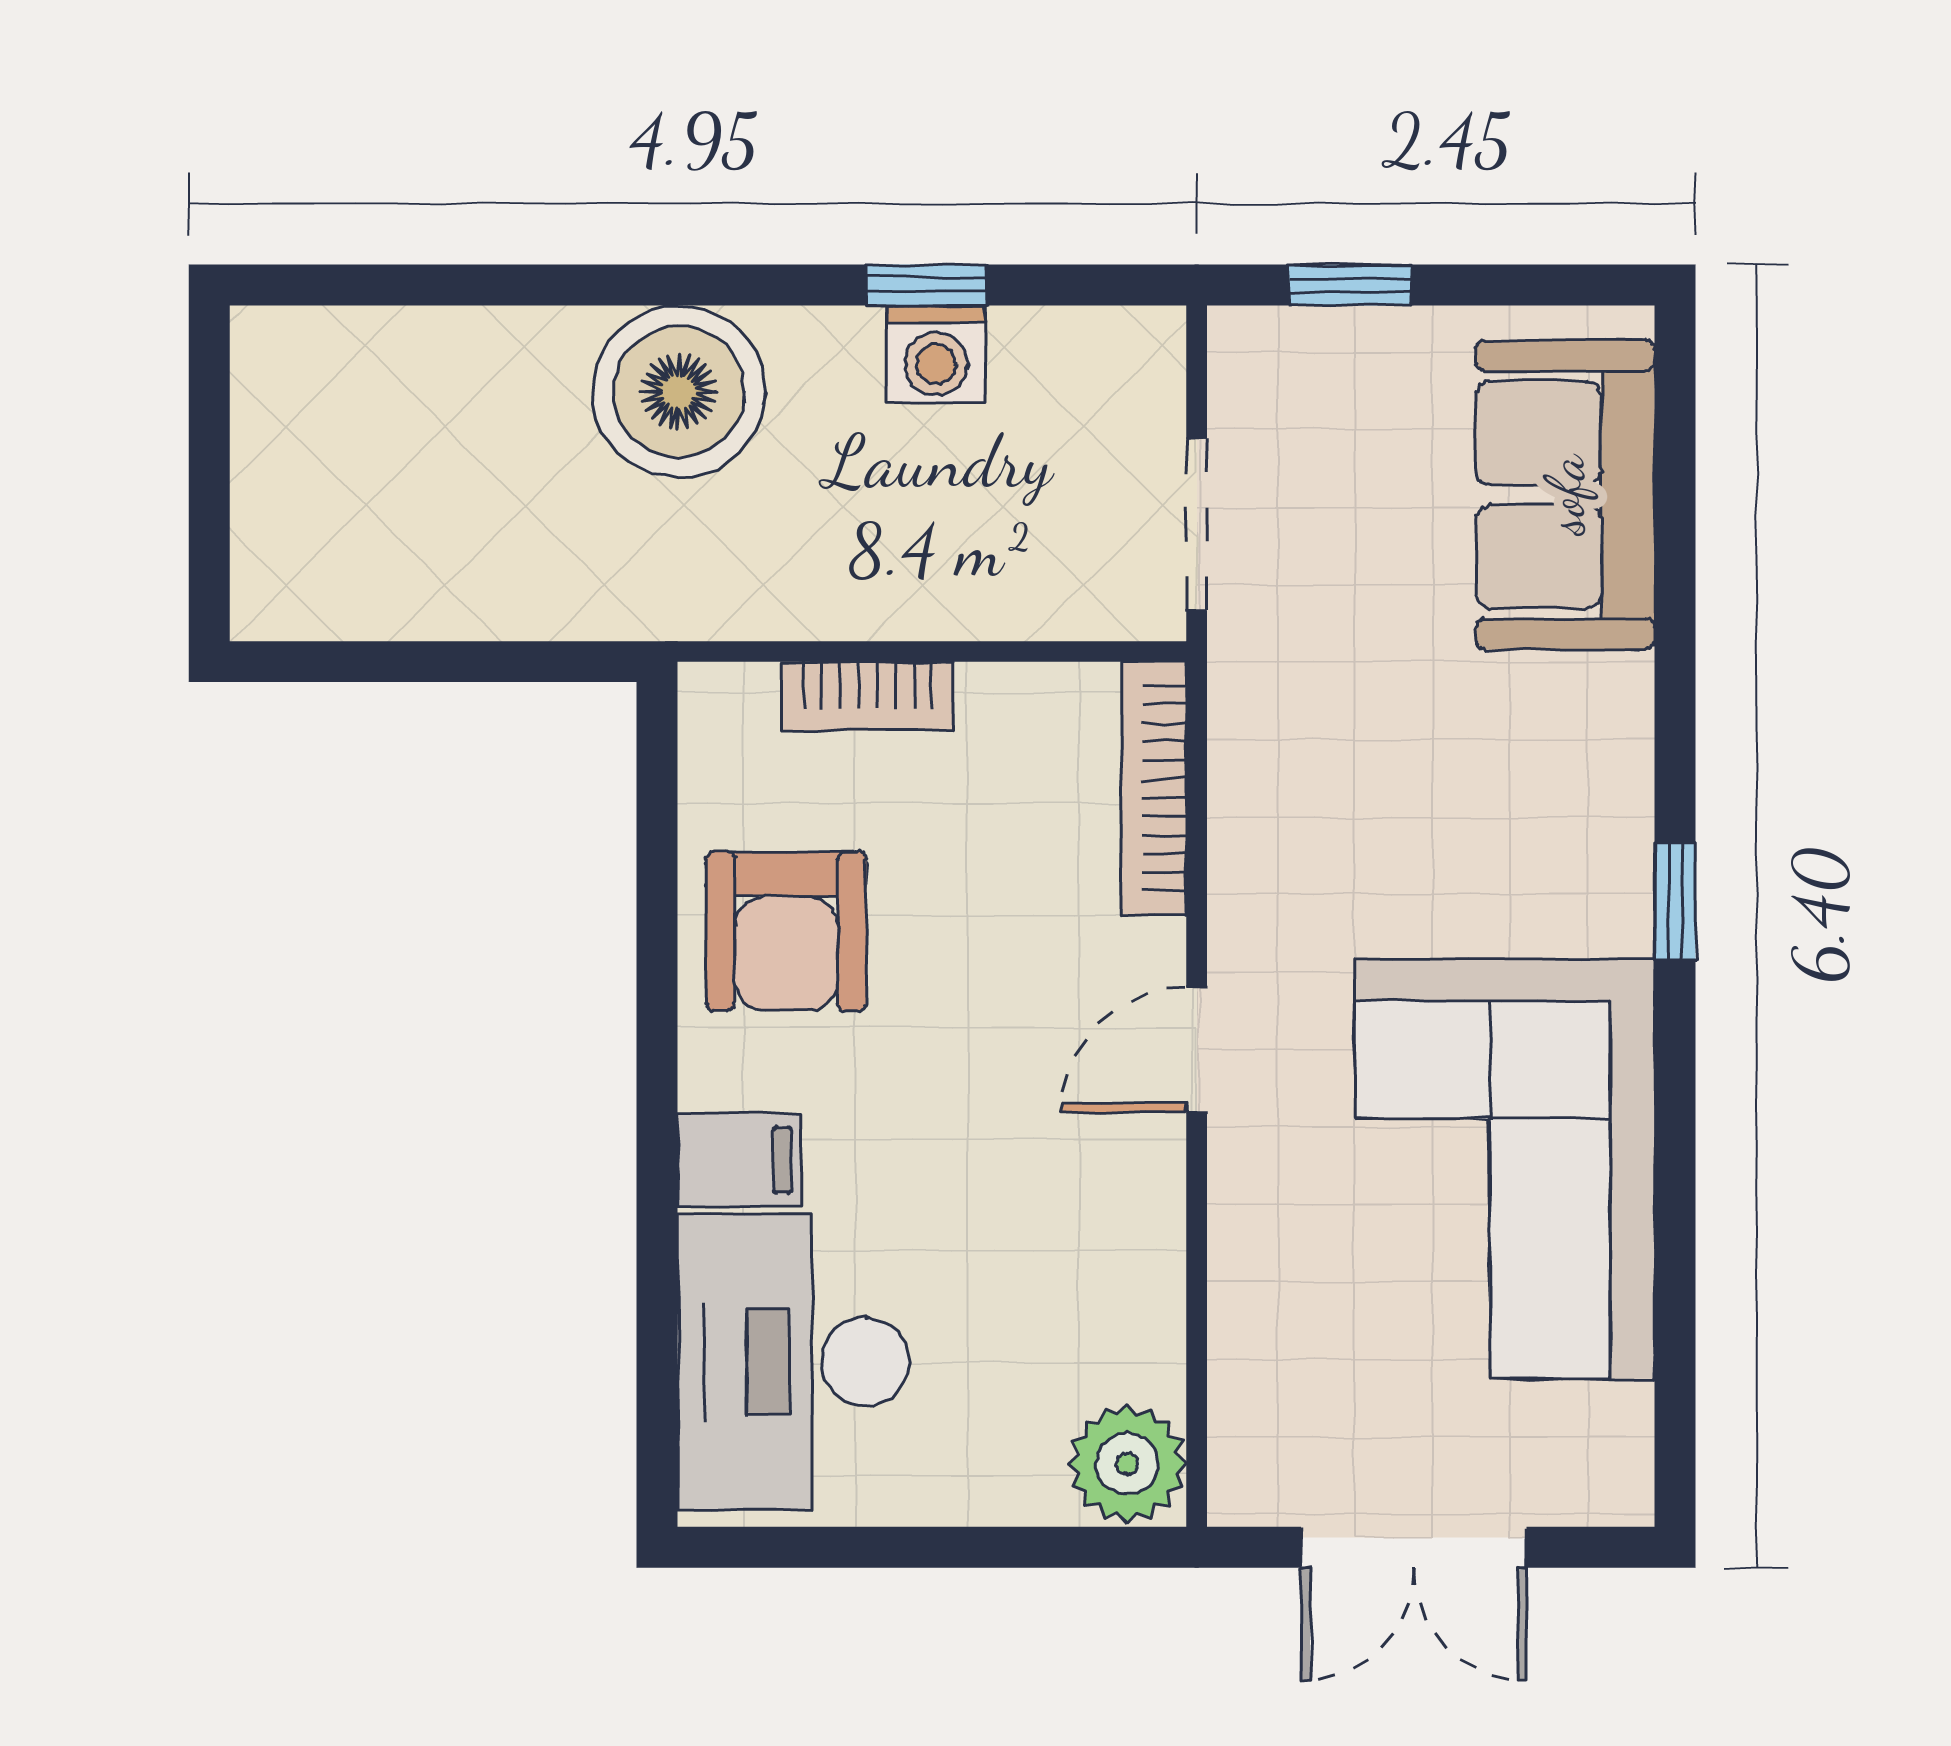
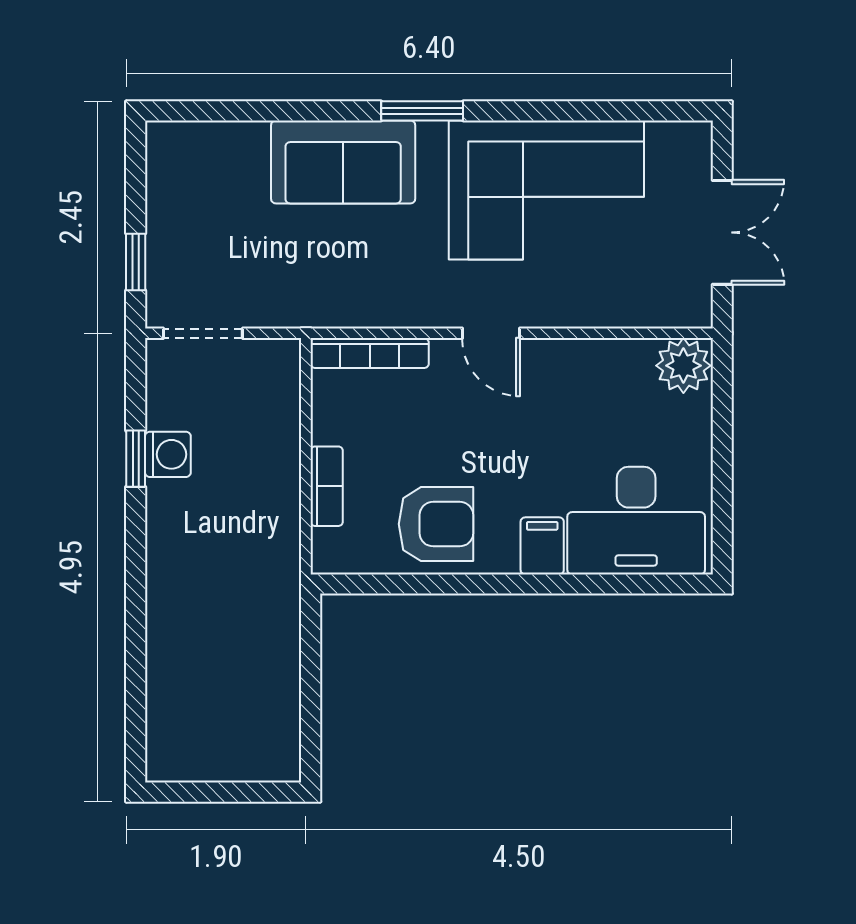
boiler: (679, 392) -> (185, 574), removed
sofa: (1565, 495) -> (343, 162), moved
doorway: (1197, 524) -> (203, 333), moved
window: (1675, 901) -> (422, 111), width x1.50

